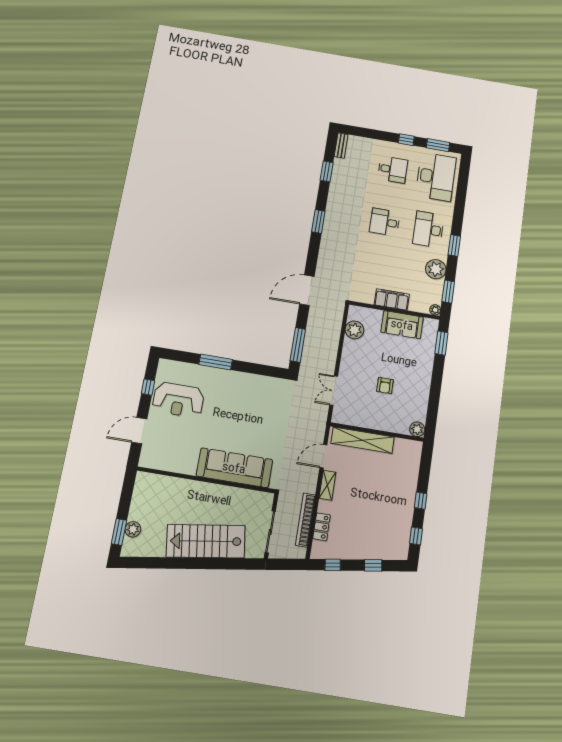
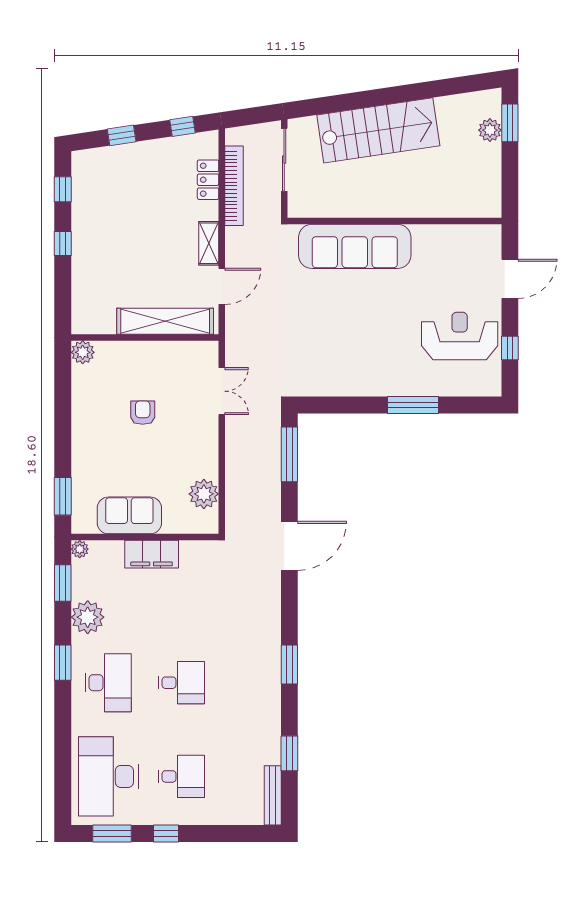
bench: (341, 146) -> (273, 795), width x1.36
desk: (393, 169) -> (181, 776), turned 180

